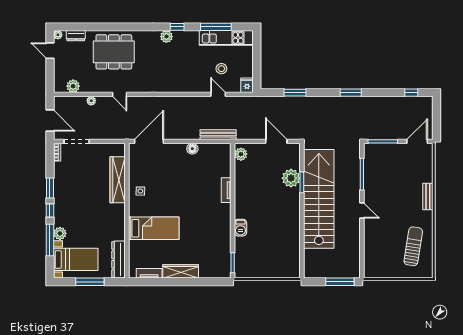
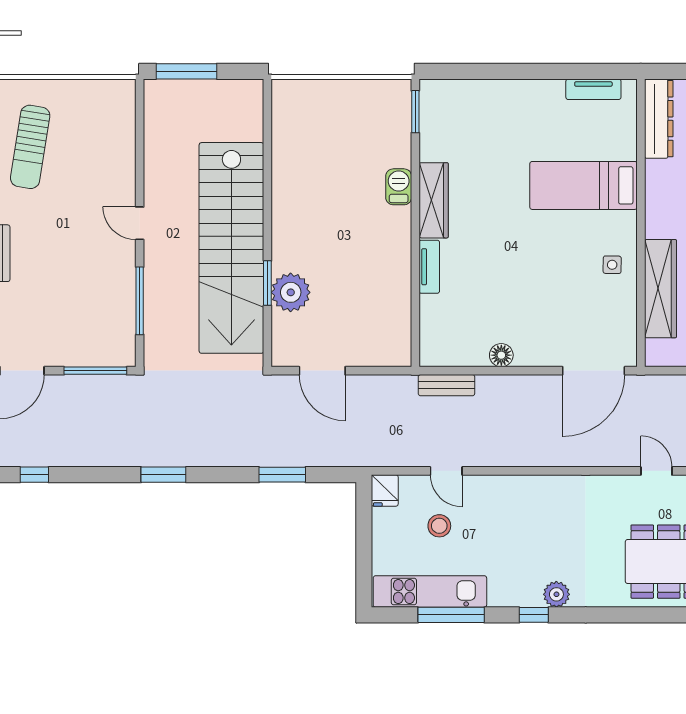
bench: (218, 135) -> (446, 385), width x0.73
plant: (241, 154) -> (398, 343), removed
wardrobe: (181, 271) -> (434, 200), moved, turned -90

